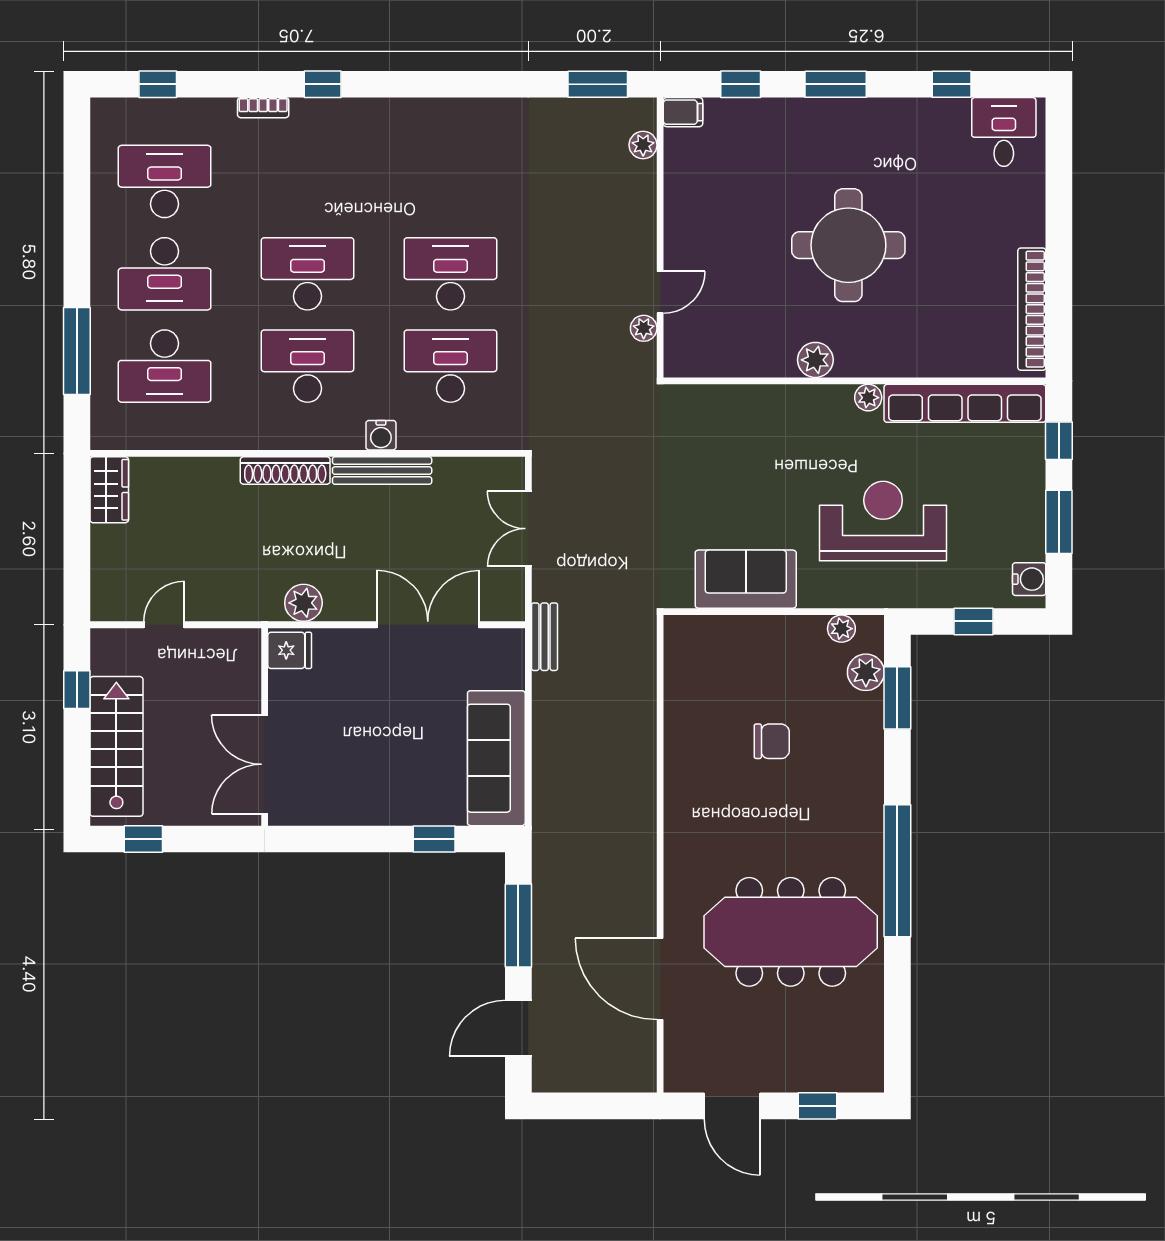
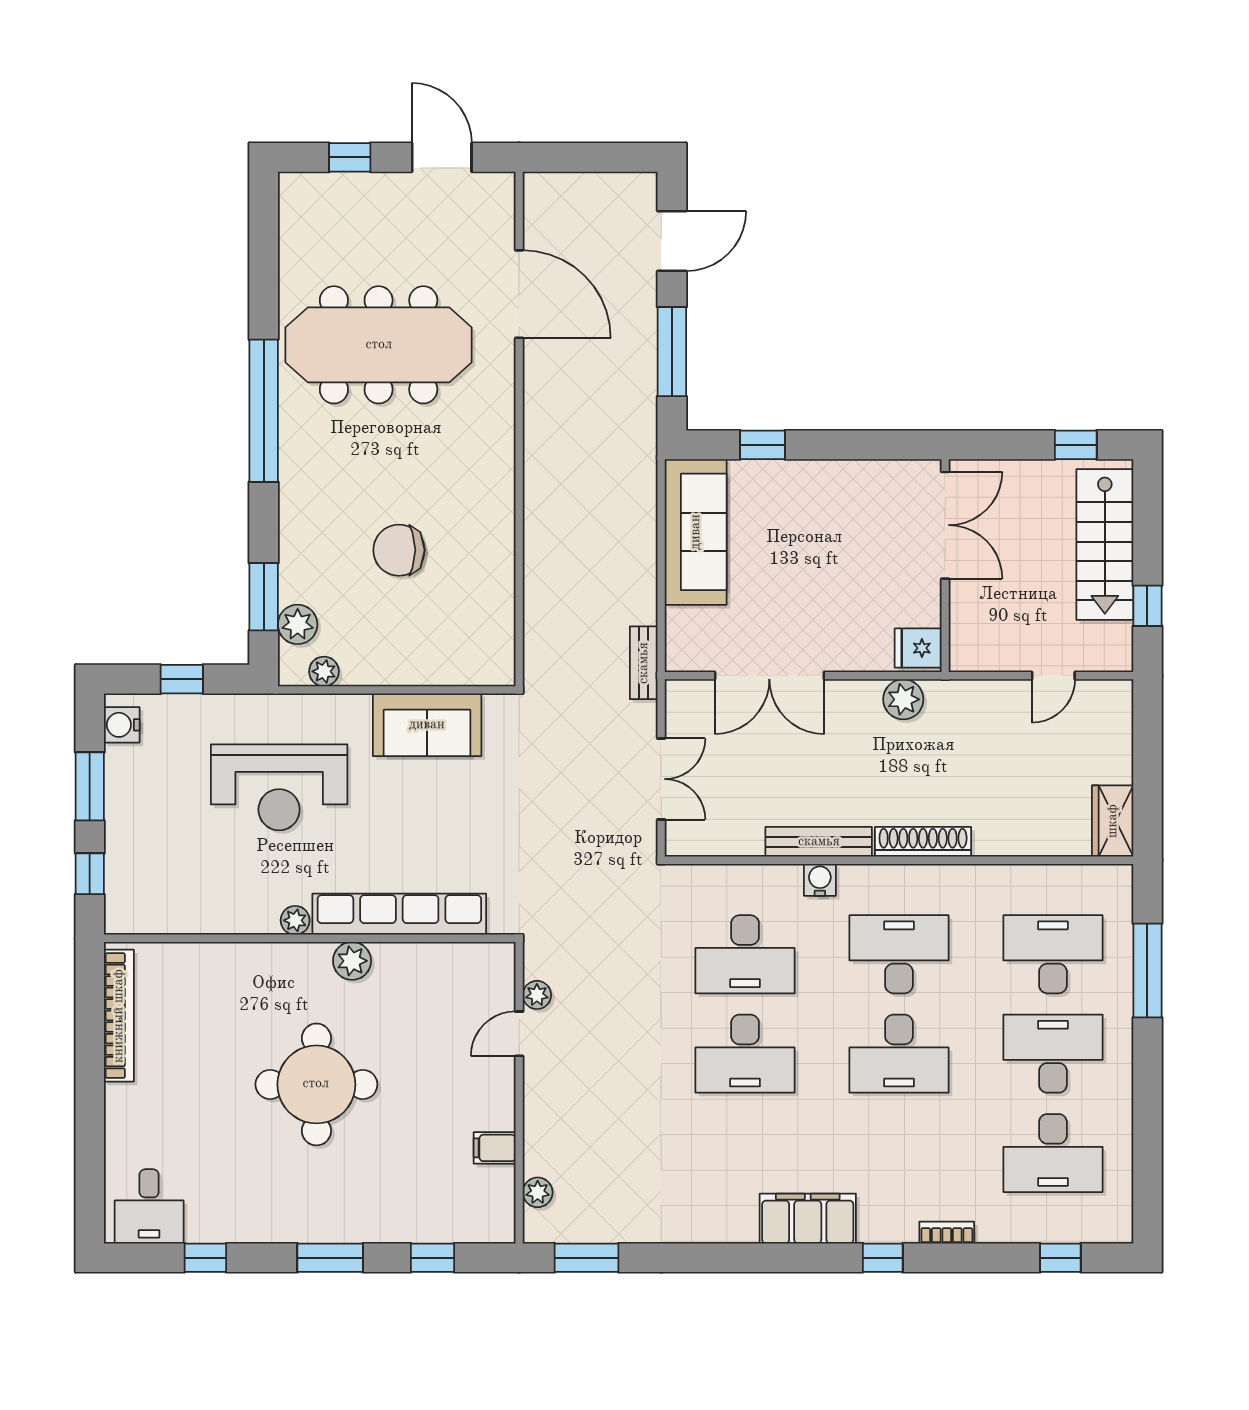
filing cabinet: (683, 112) -> (495, 1148), moved
filing cabinet: (392, 121) -> (808, 1219), added
desk: (308, 366) -> (899, 954), turned 180
row of seats: (965, 403) -> (399, 914), moved
chair: (772, 741) -> (399, 550), width x1.37, depth x1.37

